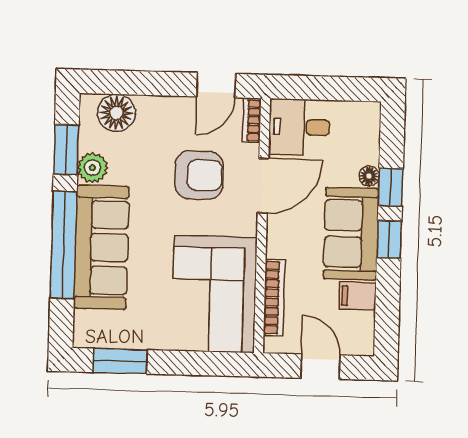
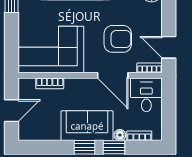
bookcase: (371, 142) -> (139, 136), added
armchair: (199, 175) -> (118, 39), turned -90
filing cabinet: (357, 296) -> (52, 130), removed
bookcase: (274, 298) -> (50, 83), width x0.64

